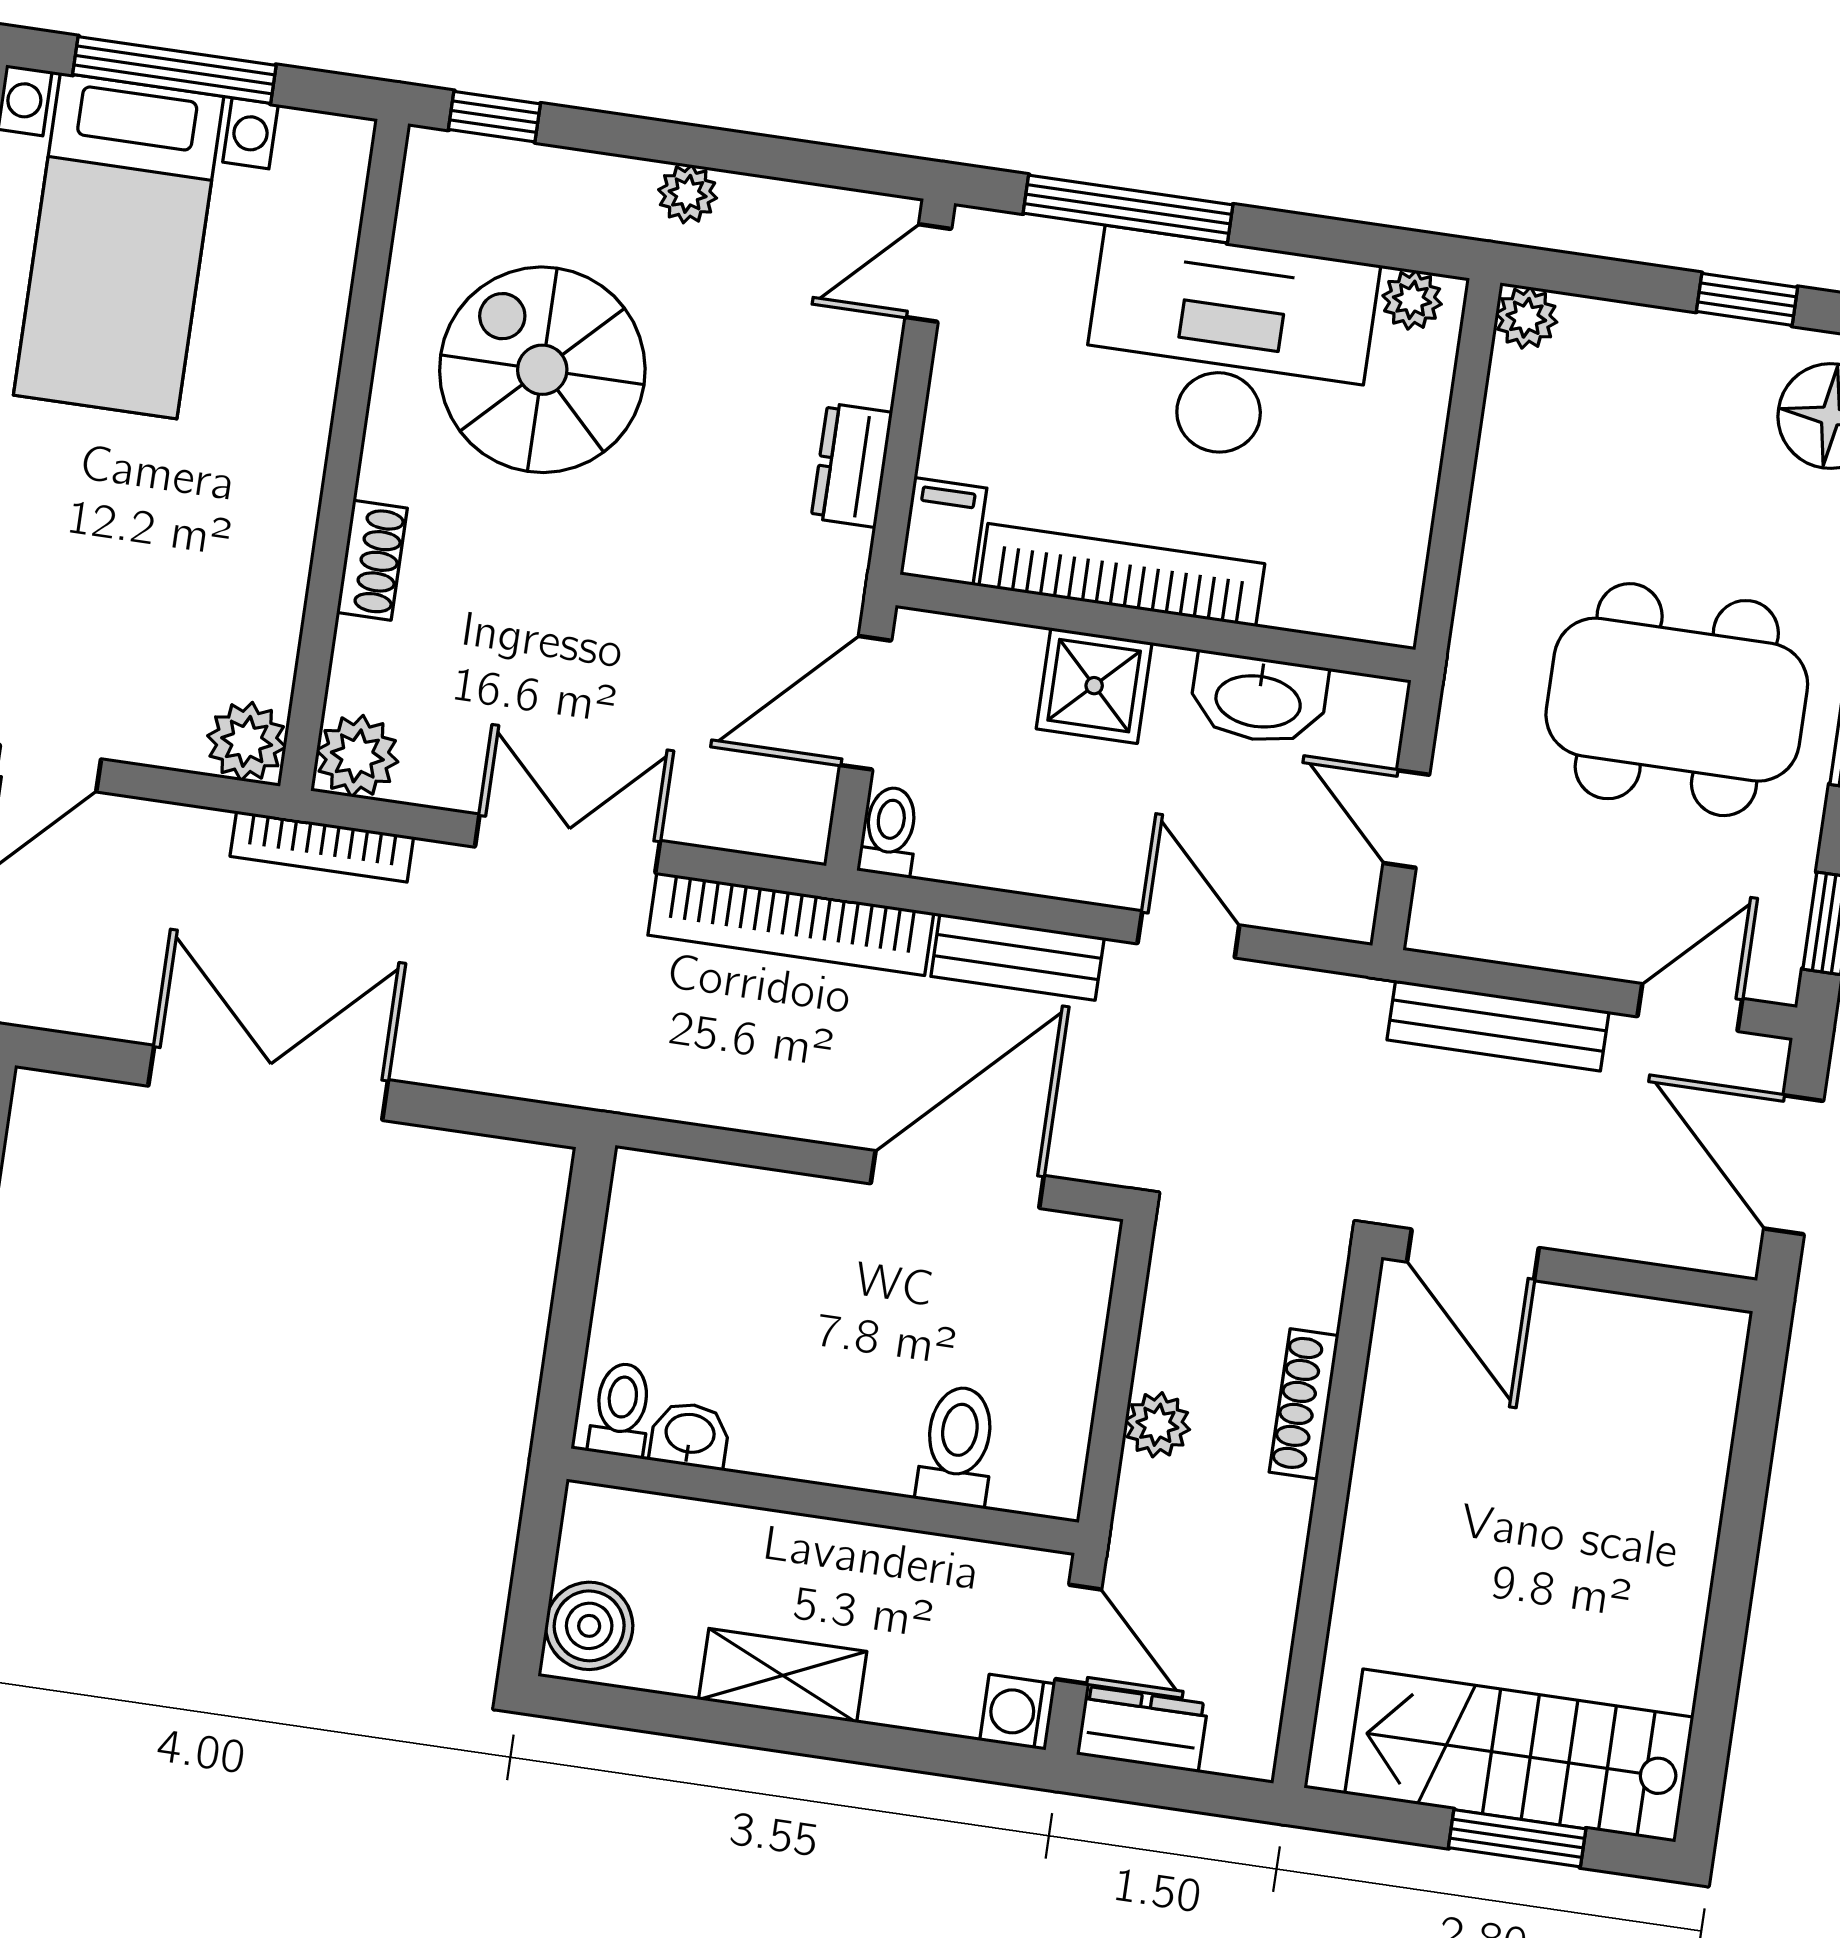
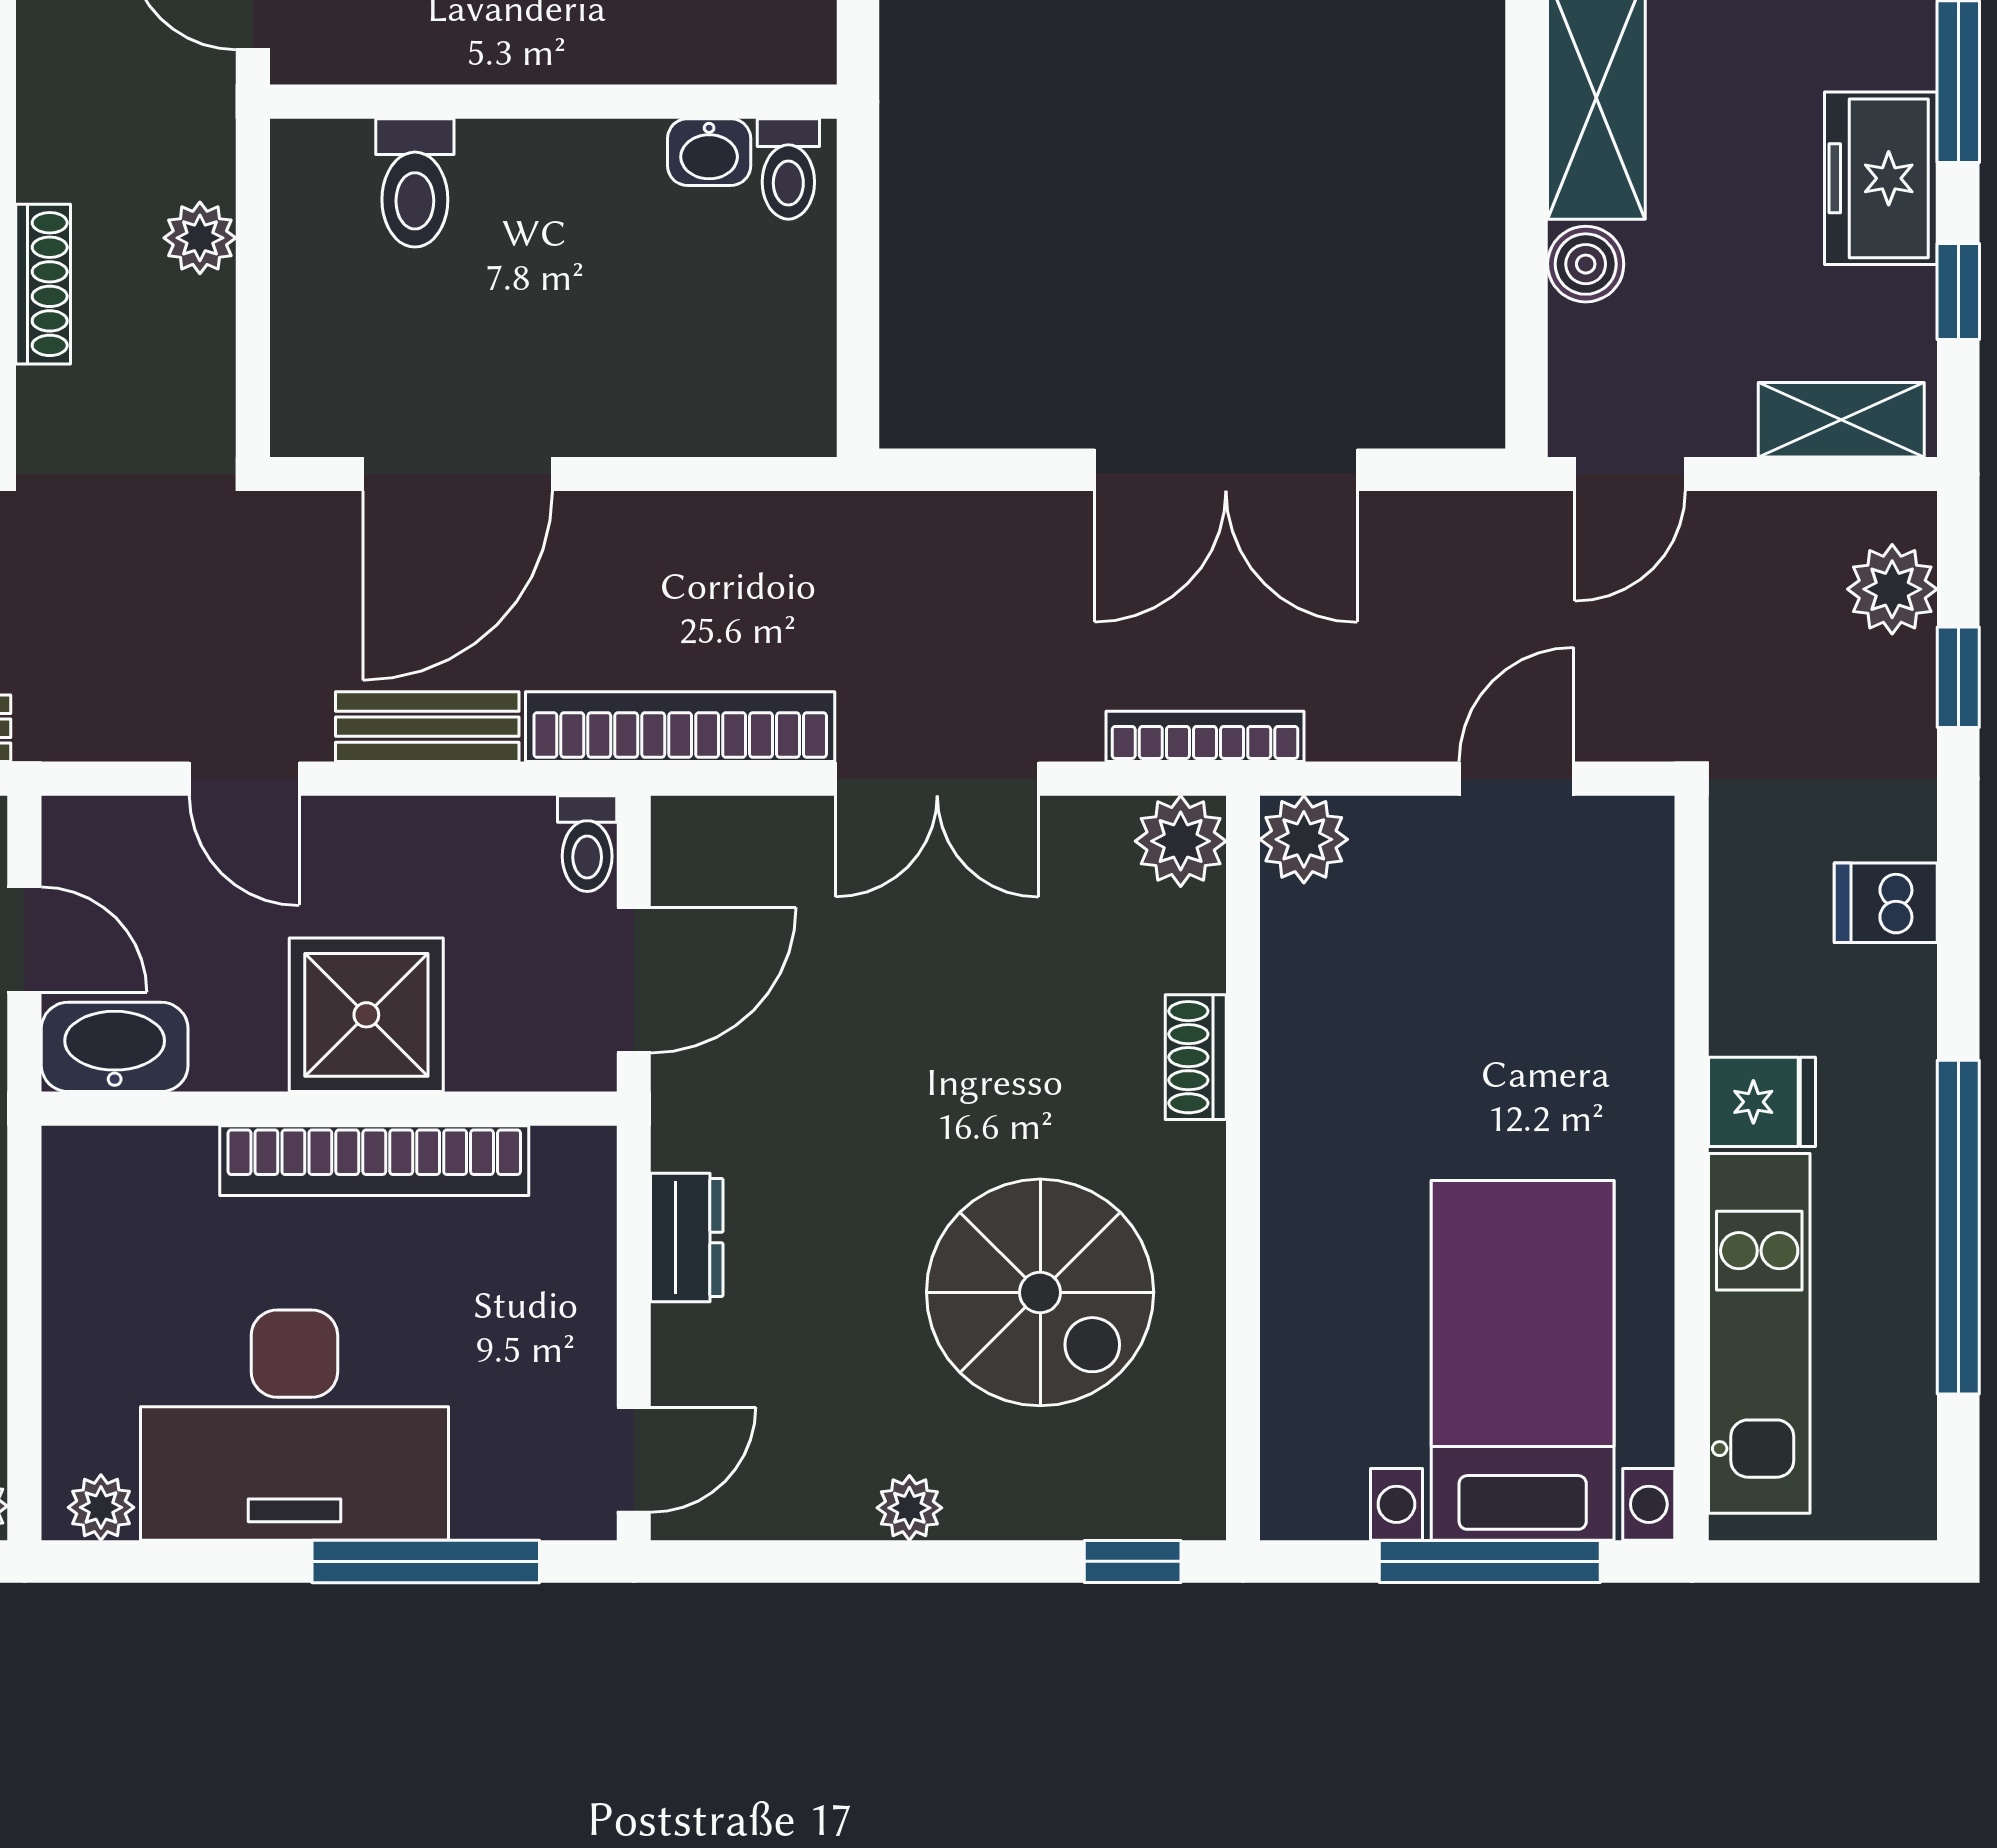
filing cabinet: (943, 531) -> (576, 1180), removed
shower: (1094, 686) -> (366, 1015), width x1.36, depth x1.36
washbasin: (1258, 699) -> (115, 1047), moved

